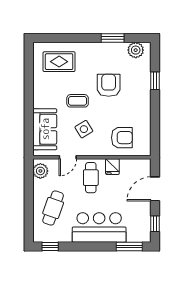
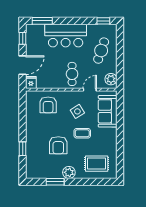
plant: (136, 50) -> (69, 172), moved
armchair: (122, 138) -> (48, 105), turned -90
fridge: (112, 167) -> (31, 82), moved

